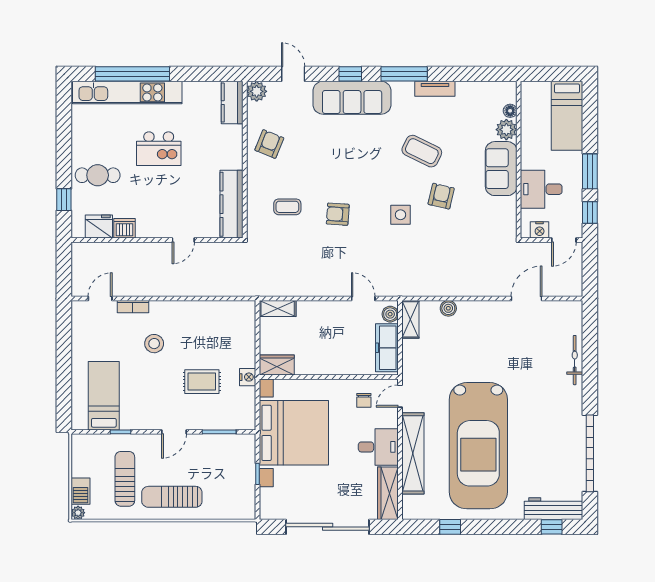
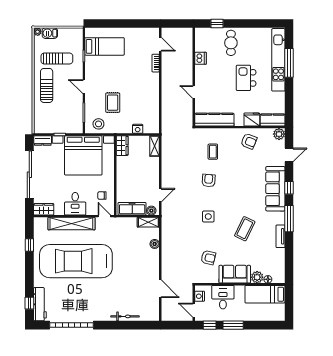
window: (132, 74) -> (289, 63), width x0.68
bed: (567, 116) -> (265, 294), moved
armchair: (441, 196) -> (208, 258), moved
fridge: (99, 227) -> (252, 119), moved, turned -90
stool: (154, 344) -> (98, 124), moved
nightstand: (248, 377) -> (138, 129), moved
wardrobe: (388, 493) -> (44, 209), width x0.67
dresser: (268, 504) -> (43, 141), added

